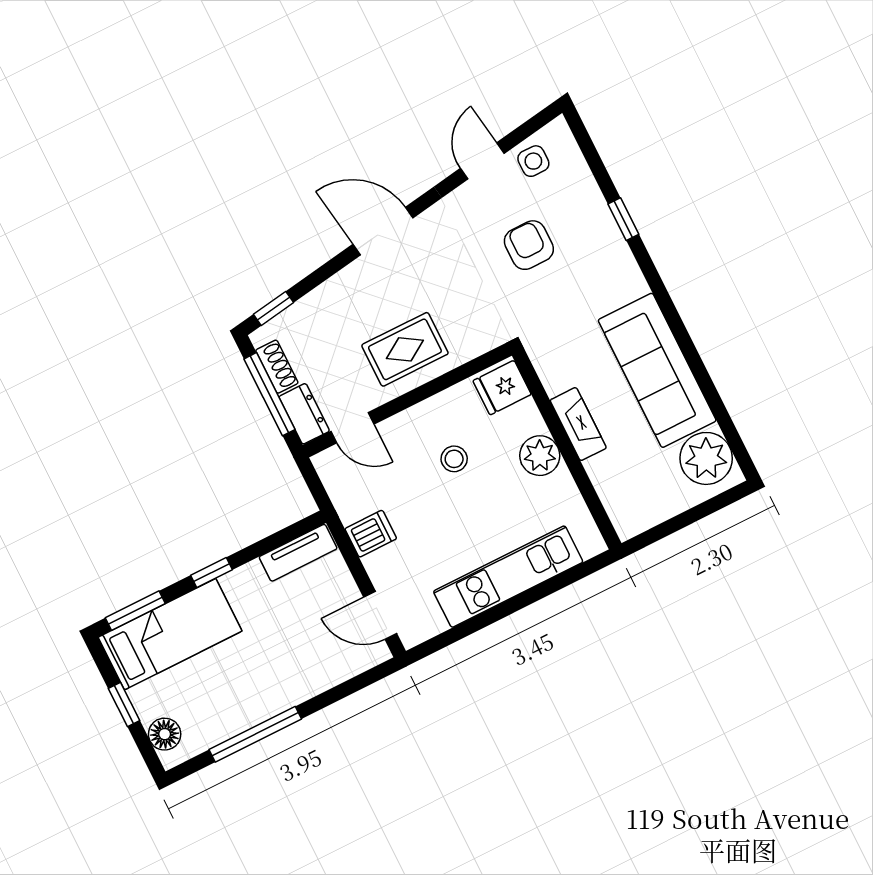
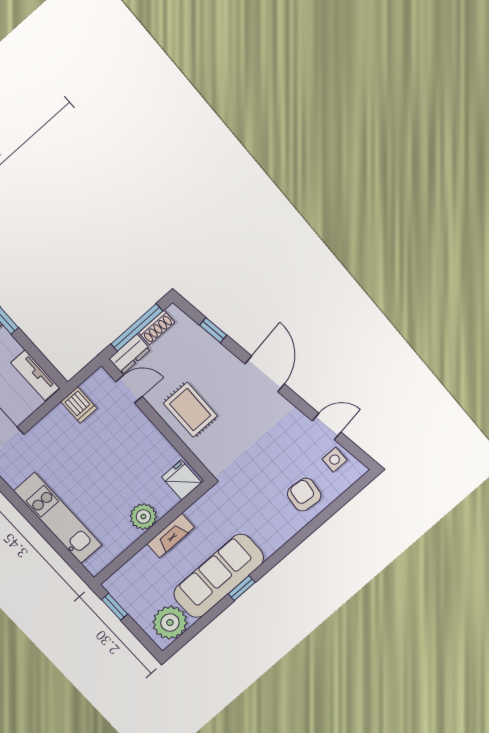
window: (623, 219) -> (242, 588), moved
armchair: (529, 245) -> (304, 495), moved, turned -84
window: (274, 308) -> (213, 330), moved
door: (352, 428) -> (129, 389), swing flipped
stool: (454, 459) -> (126, 462), removed
window: (660, 532) -> (115, 607), added
dishwasher: (371, 534) -> (79, 405), moved

